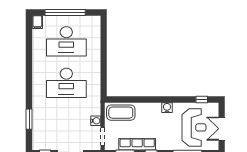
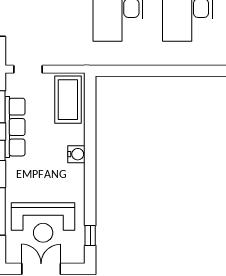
water cooler: (167, 108) -> (76, 154), moved
water cooler: (96, 121) -> (54, 57), removed

